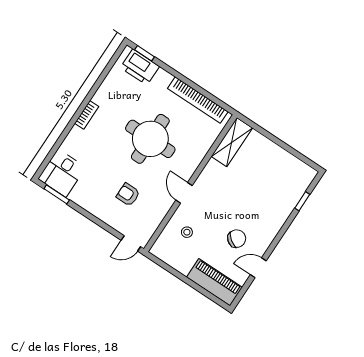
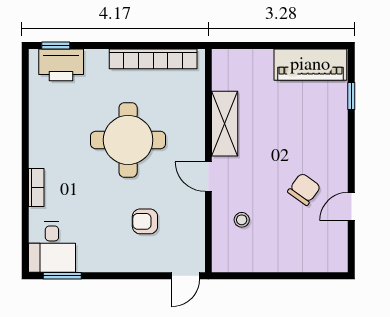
bookcase: (87, 115) -> (36, 188), moved
shelving: (232, 142) -> (225, 124), moved
piano: (214, 282) -> (310, 65), moved, turned 180

